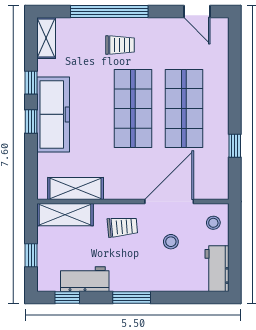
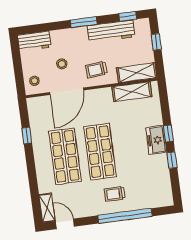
shelving: (46, 38) -> (47, 208), moved
freezer: (53, 114) -> (156, 140), width x0.52, depth x0.79
workbench: (217, 269) -> (34, 41), moved, turned 90
workbench: (85, 279) -> (111, 31), width x1.38

